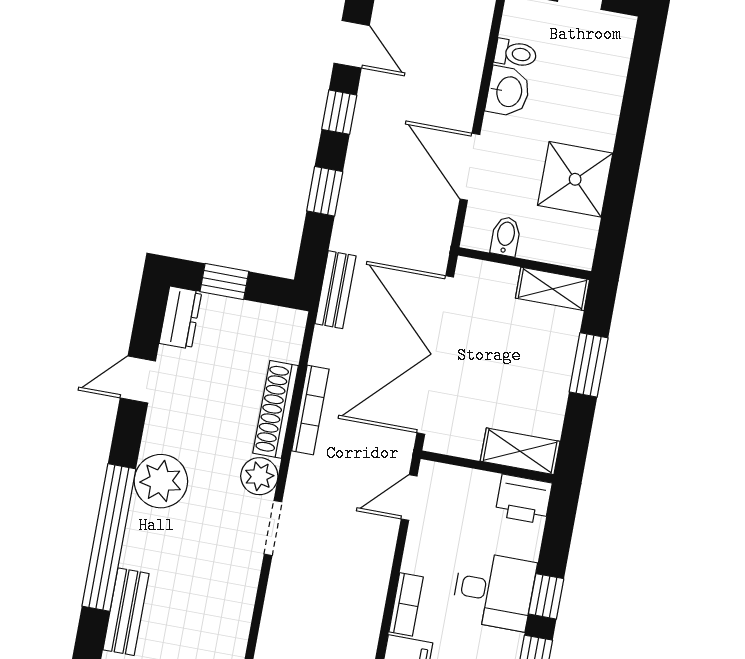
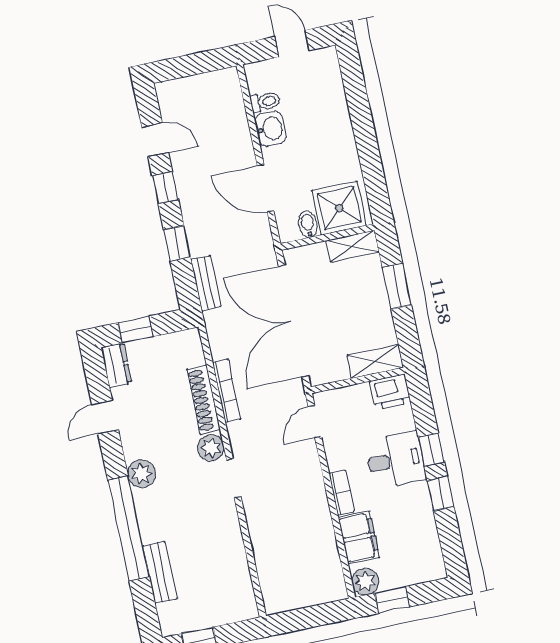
shower: (575, 179) -> (339, 208), moved
bench: (335, 290) -> (206, 283), moved
plant: (161, 481) -> (142, 474), width x0.73, depth x0.73

